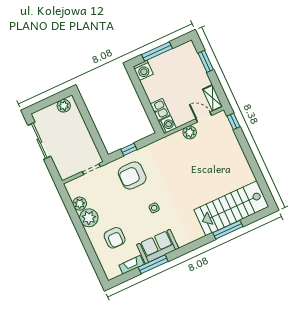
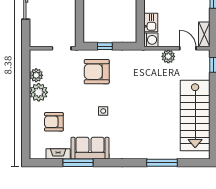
stairs: (231, 208) -> (195, 115), moved, turned -90
armchair: (115, 238) -> (54, 122), turned 90

